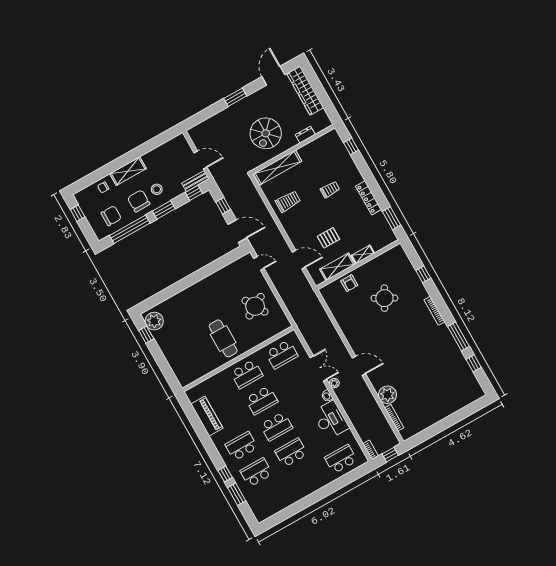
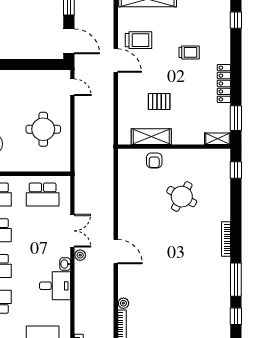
shelving: (363, 254) -> (218, 139), moved
door: (299, 260) -> (116, 61), moved
window: (423, 274) -> (236, 170), moved
round table: (255, 306) -> (43, 129), turned 30
plant: (387, 395) -> (123, 303), width x0.53, depth x0.53
desk: (331, 420) -> (55, 286), width x0.73

